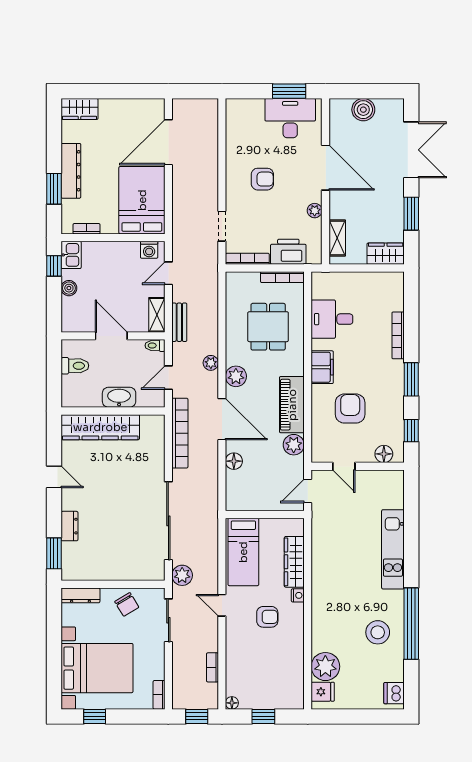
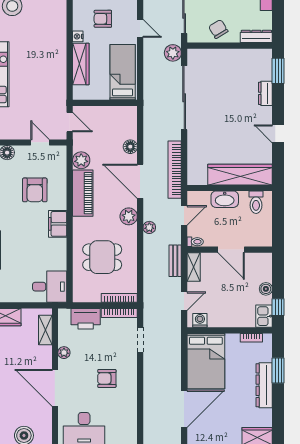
bookcase: (282, 277) -> (119, 298), moved
desk: (332, 319) -> (50, 287), moved
dining table: (268, 327) -> (102, 257), turned 90
toilet: (75, 366) -> (256, 202), moved, turned -90
door: (308, 491) -> (70, 122), hinge flipped

